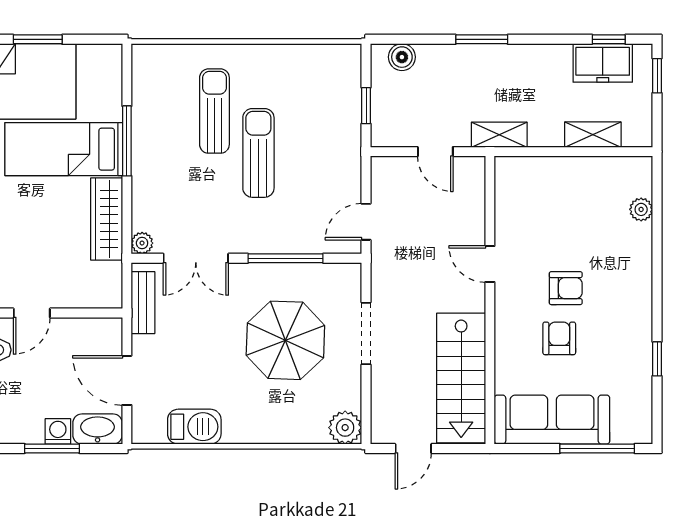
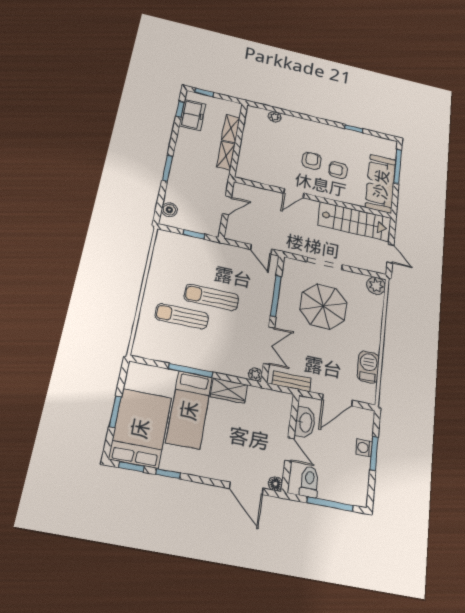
shelving: (499, 135) -> (226, 156), moved
wardrobe: (107, 219) -> (229, 391), width x0.67
washbasin: (98, 429) -> (305, 422), moved, turned 180

